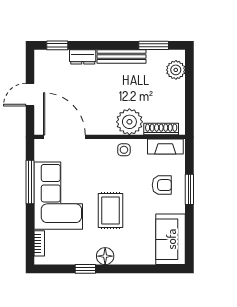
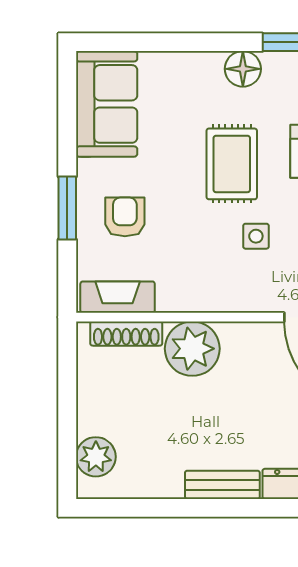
window: (154, 45) -> (142, 508), removed
bench: (122, 56) -> (222, 485), width x0.73
side table: (124, 150) -> (256, 236), moved
armchair: (162, 185) -> (125, 217), turned 90

